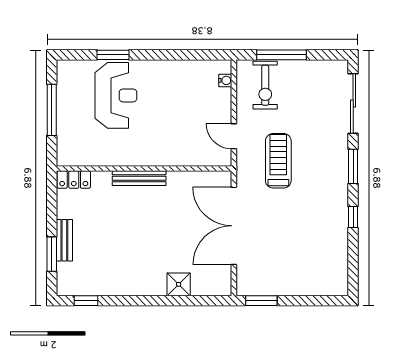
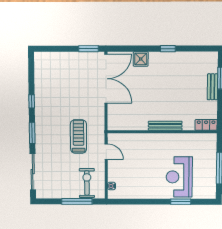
treadmill: (278, 161) -> (78, 137), turned 180
double door: (234, 226) -> (106, 79), moved
window: (86, 301) -> (168, 49), moved

